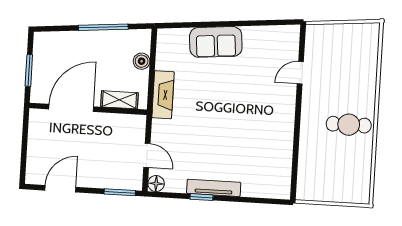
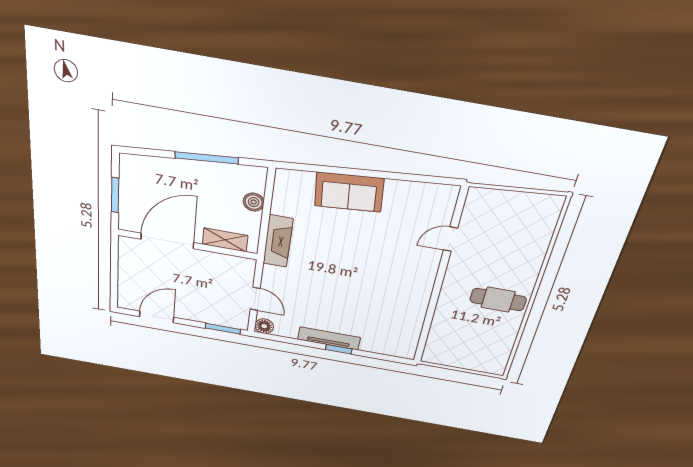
window: (201, 197) -> (339, 349), moved

